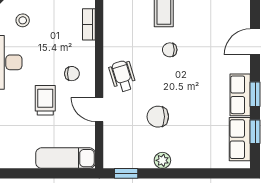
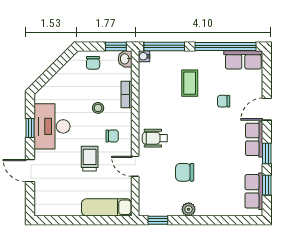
stool: (23, 20) -> (98, 108), moved
chair: (170, 50) -> (224, 101), moved
wheelchair: (123, 76) -> (155, 138), turned -73
row of seats: (240, 95) -> (254, 139), moved

